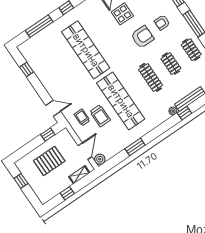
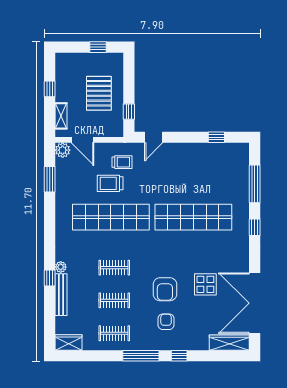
clothes rail: (151, 77) -> (114, 268), width x0.73
window: (135, 147) -> (50, 179), moved

